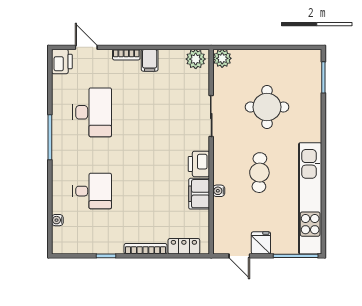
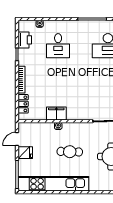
printer: (199, 164) -> (25, 40), moved, turned 90

